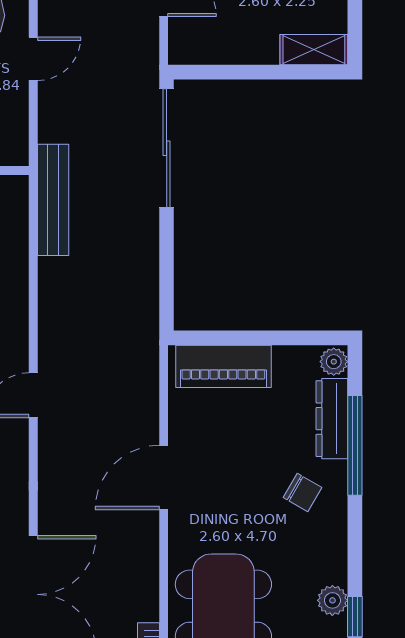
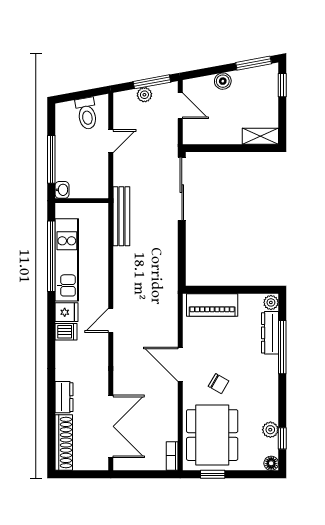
door: (164, 477) -> (180, 364), hinge flipped
chair: (303, 492) -> (219, 384), moved

